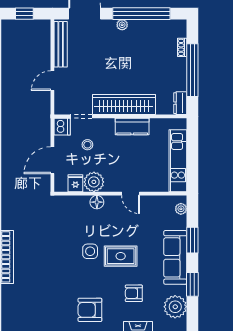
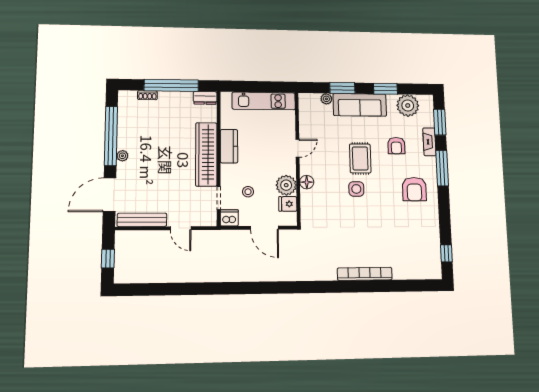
plant: (181, 209) -> (326, 99), moved

